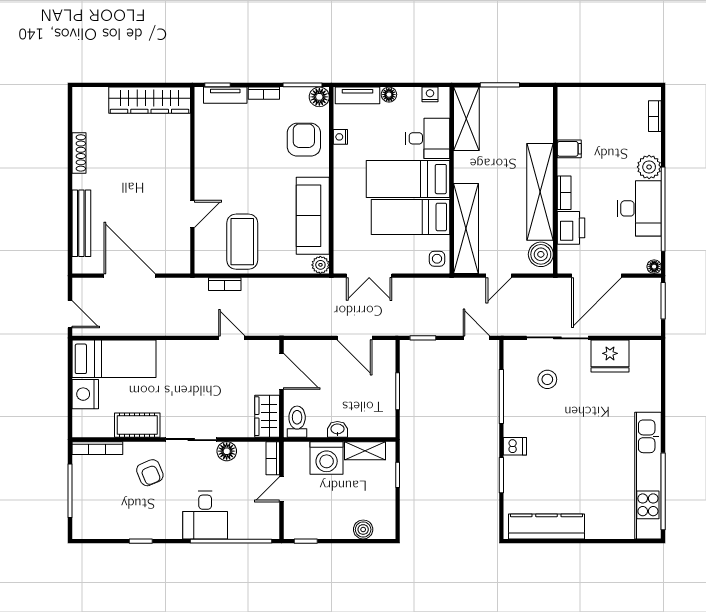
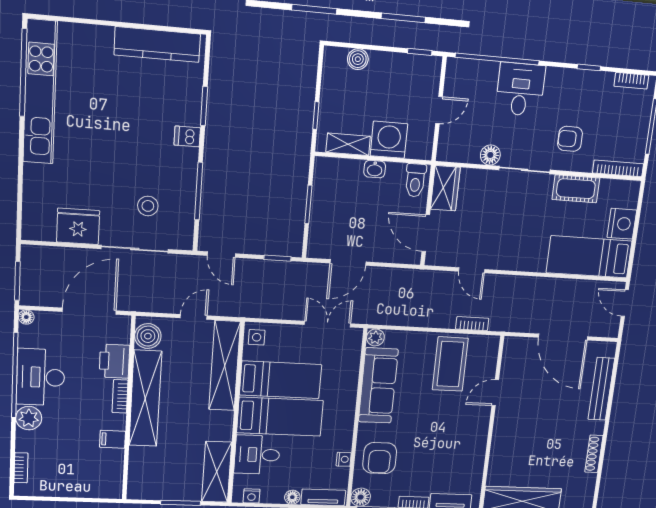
door: (355, 338) -> (348, 262), swing flipped
bookcase: (273, 458) -> (631, 81), moved, turned 90
armchair: (150, 473) -> (570, 139), turned -67

